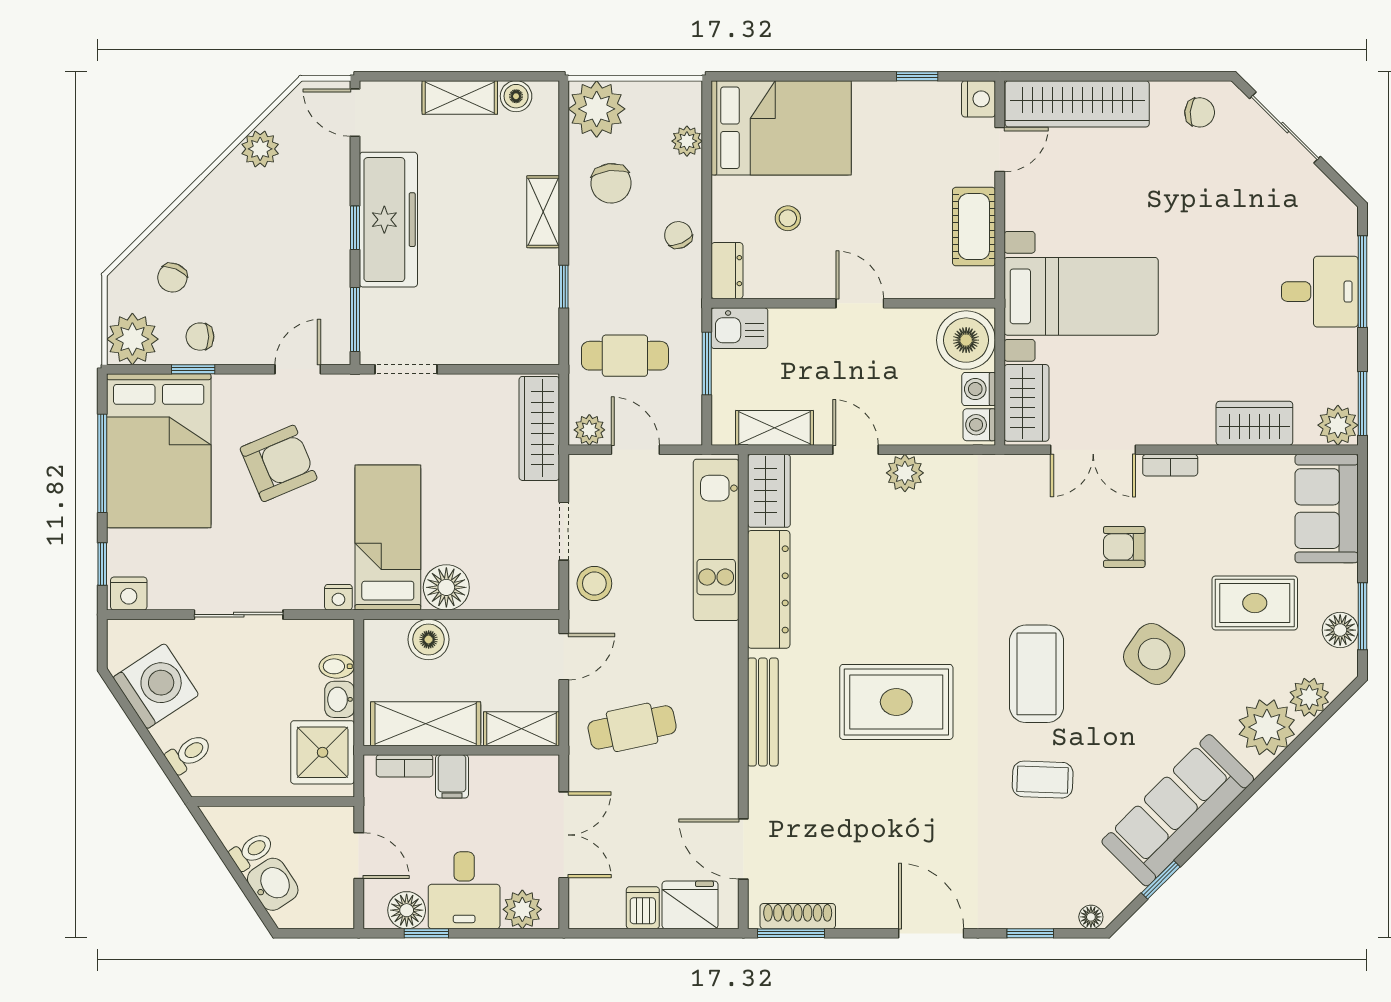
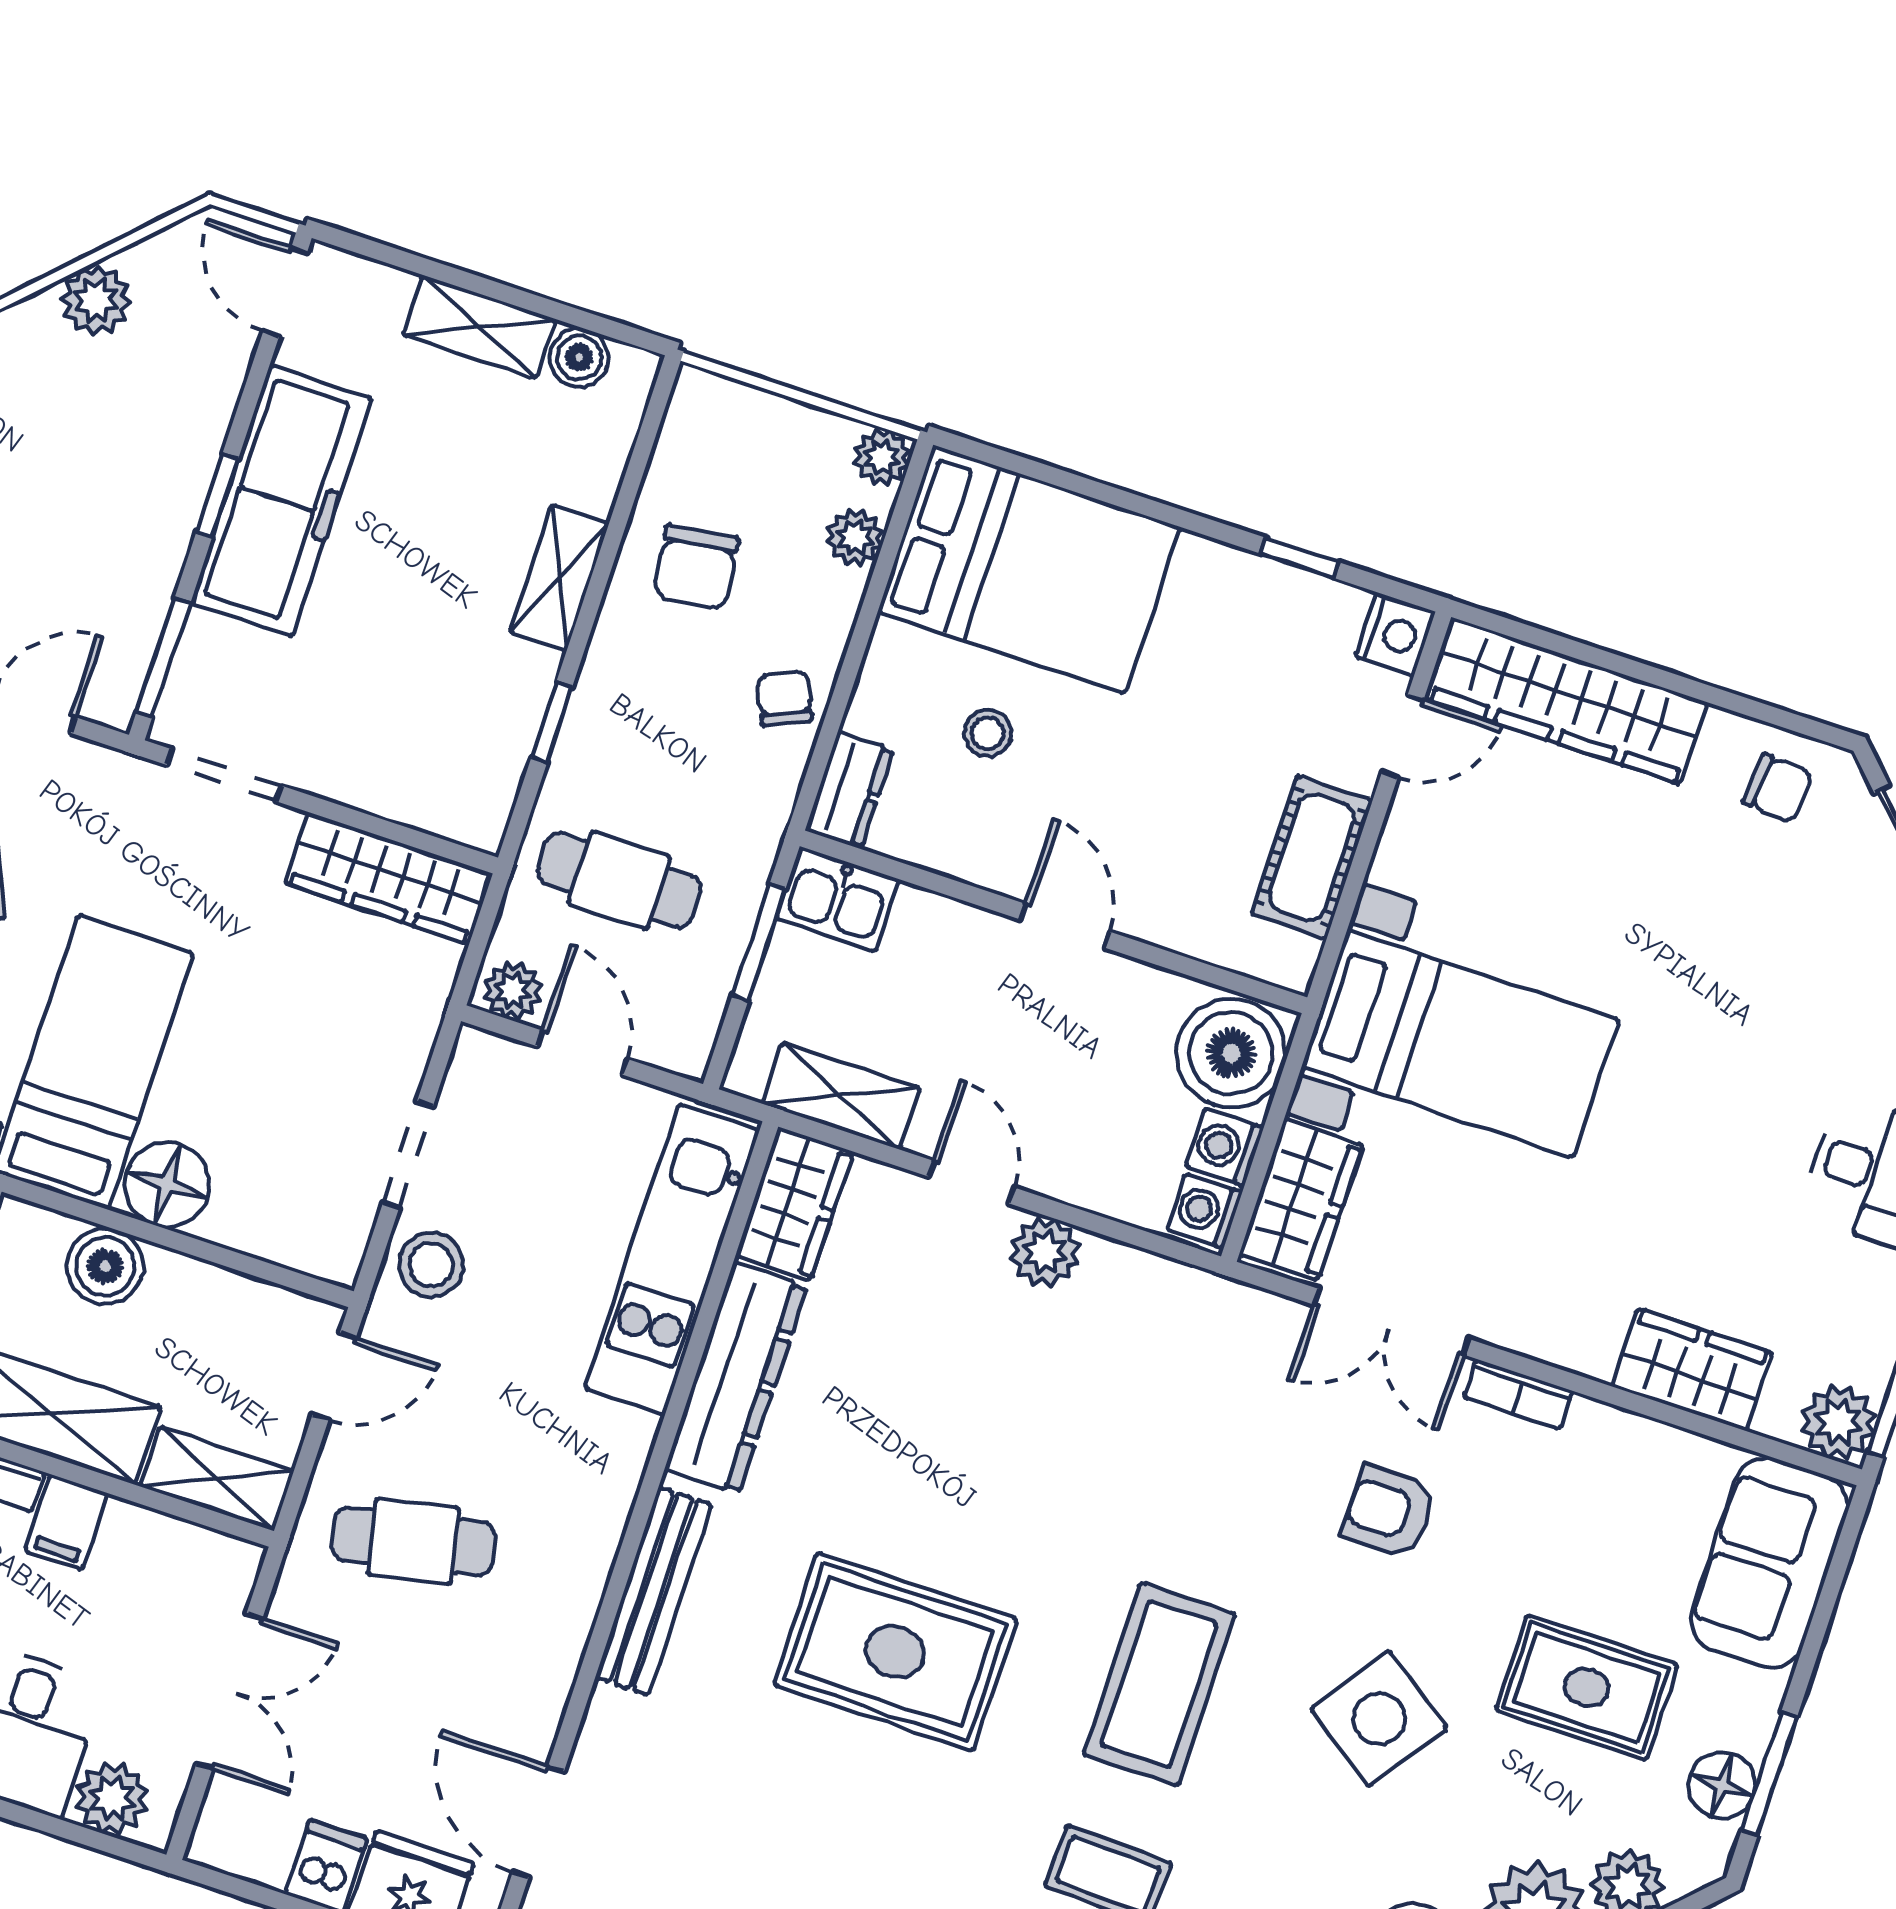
plant: (597, 109) -> (882, 457), moved, width x0.53, depth x0.53
wardrobe: (539, 428) -> (389, 878), moved, turned -90

